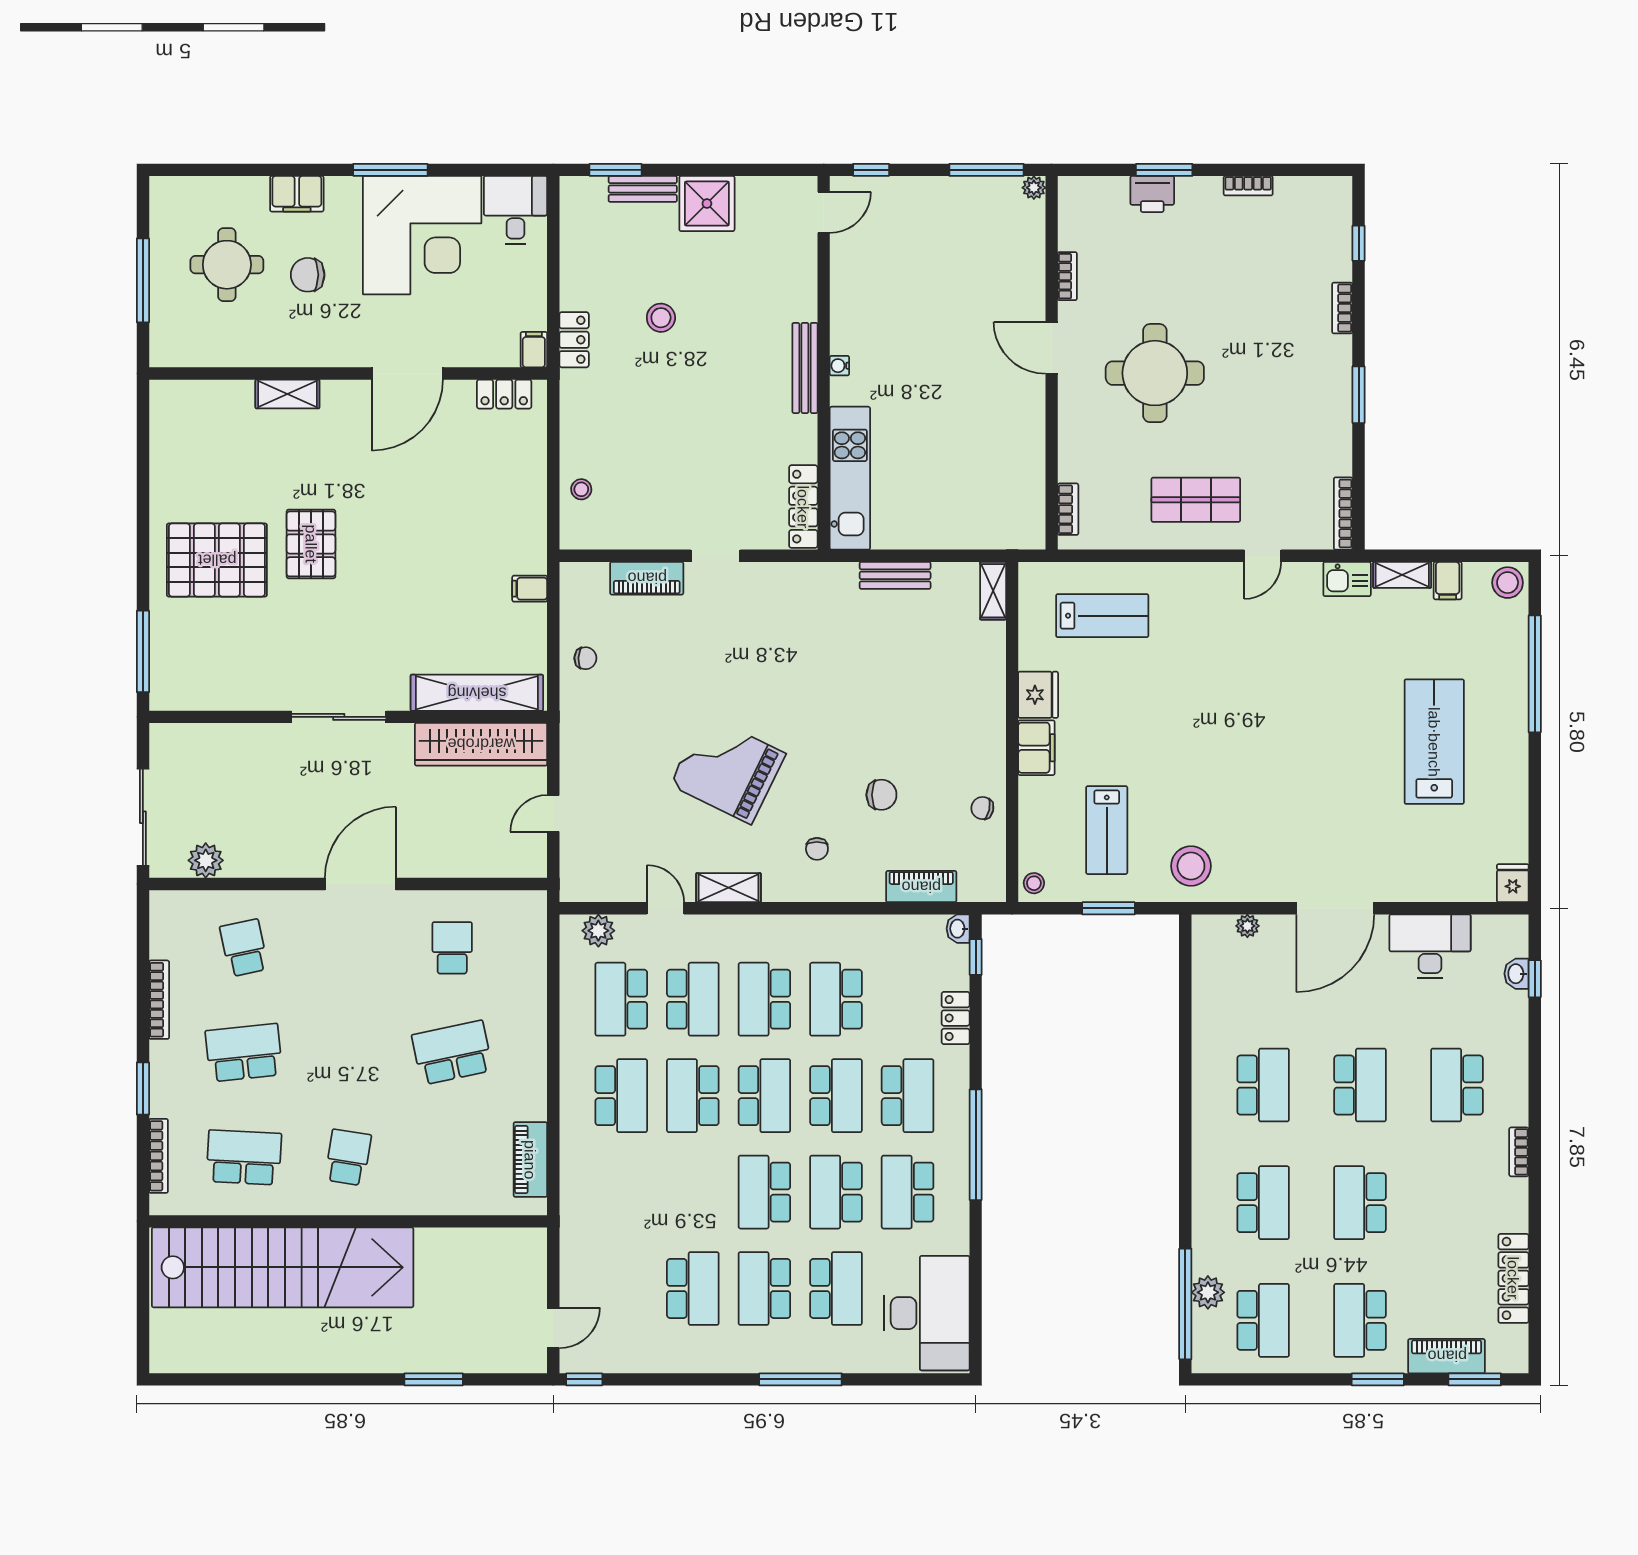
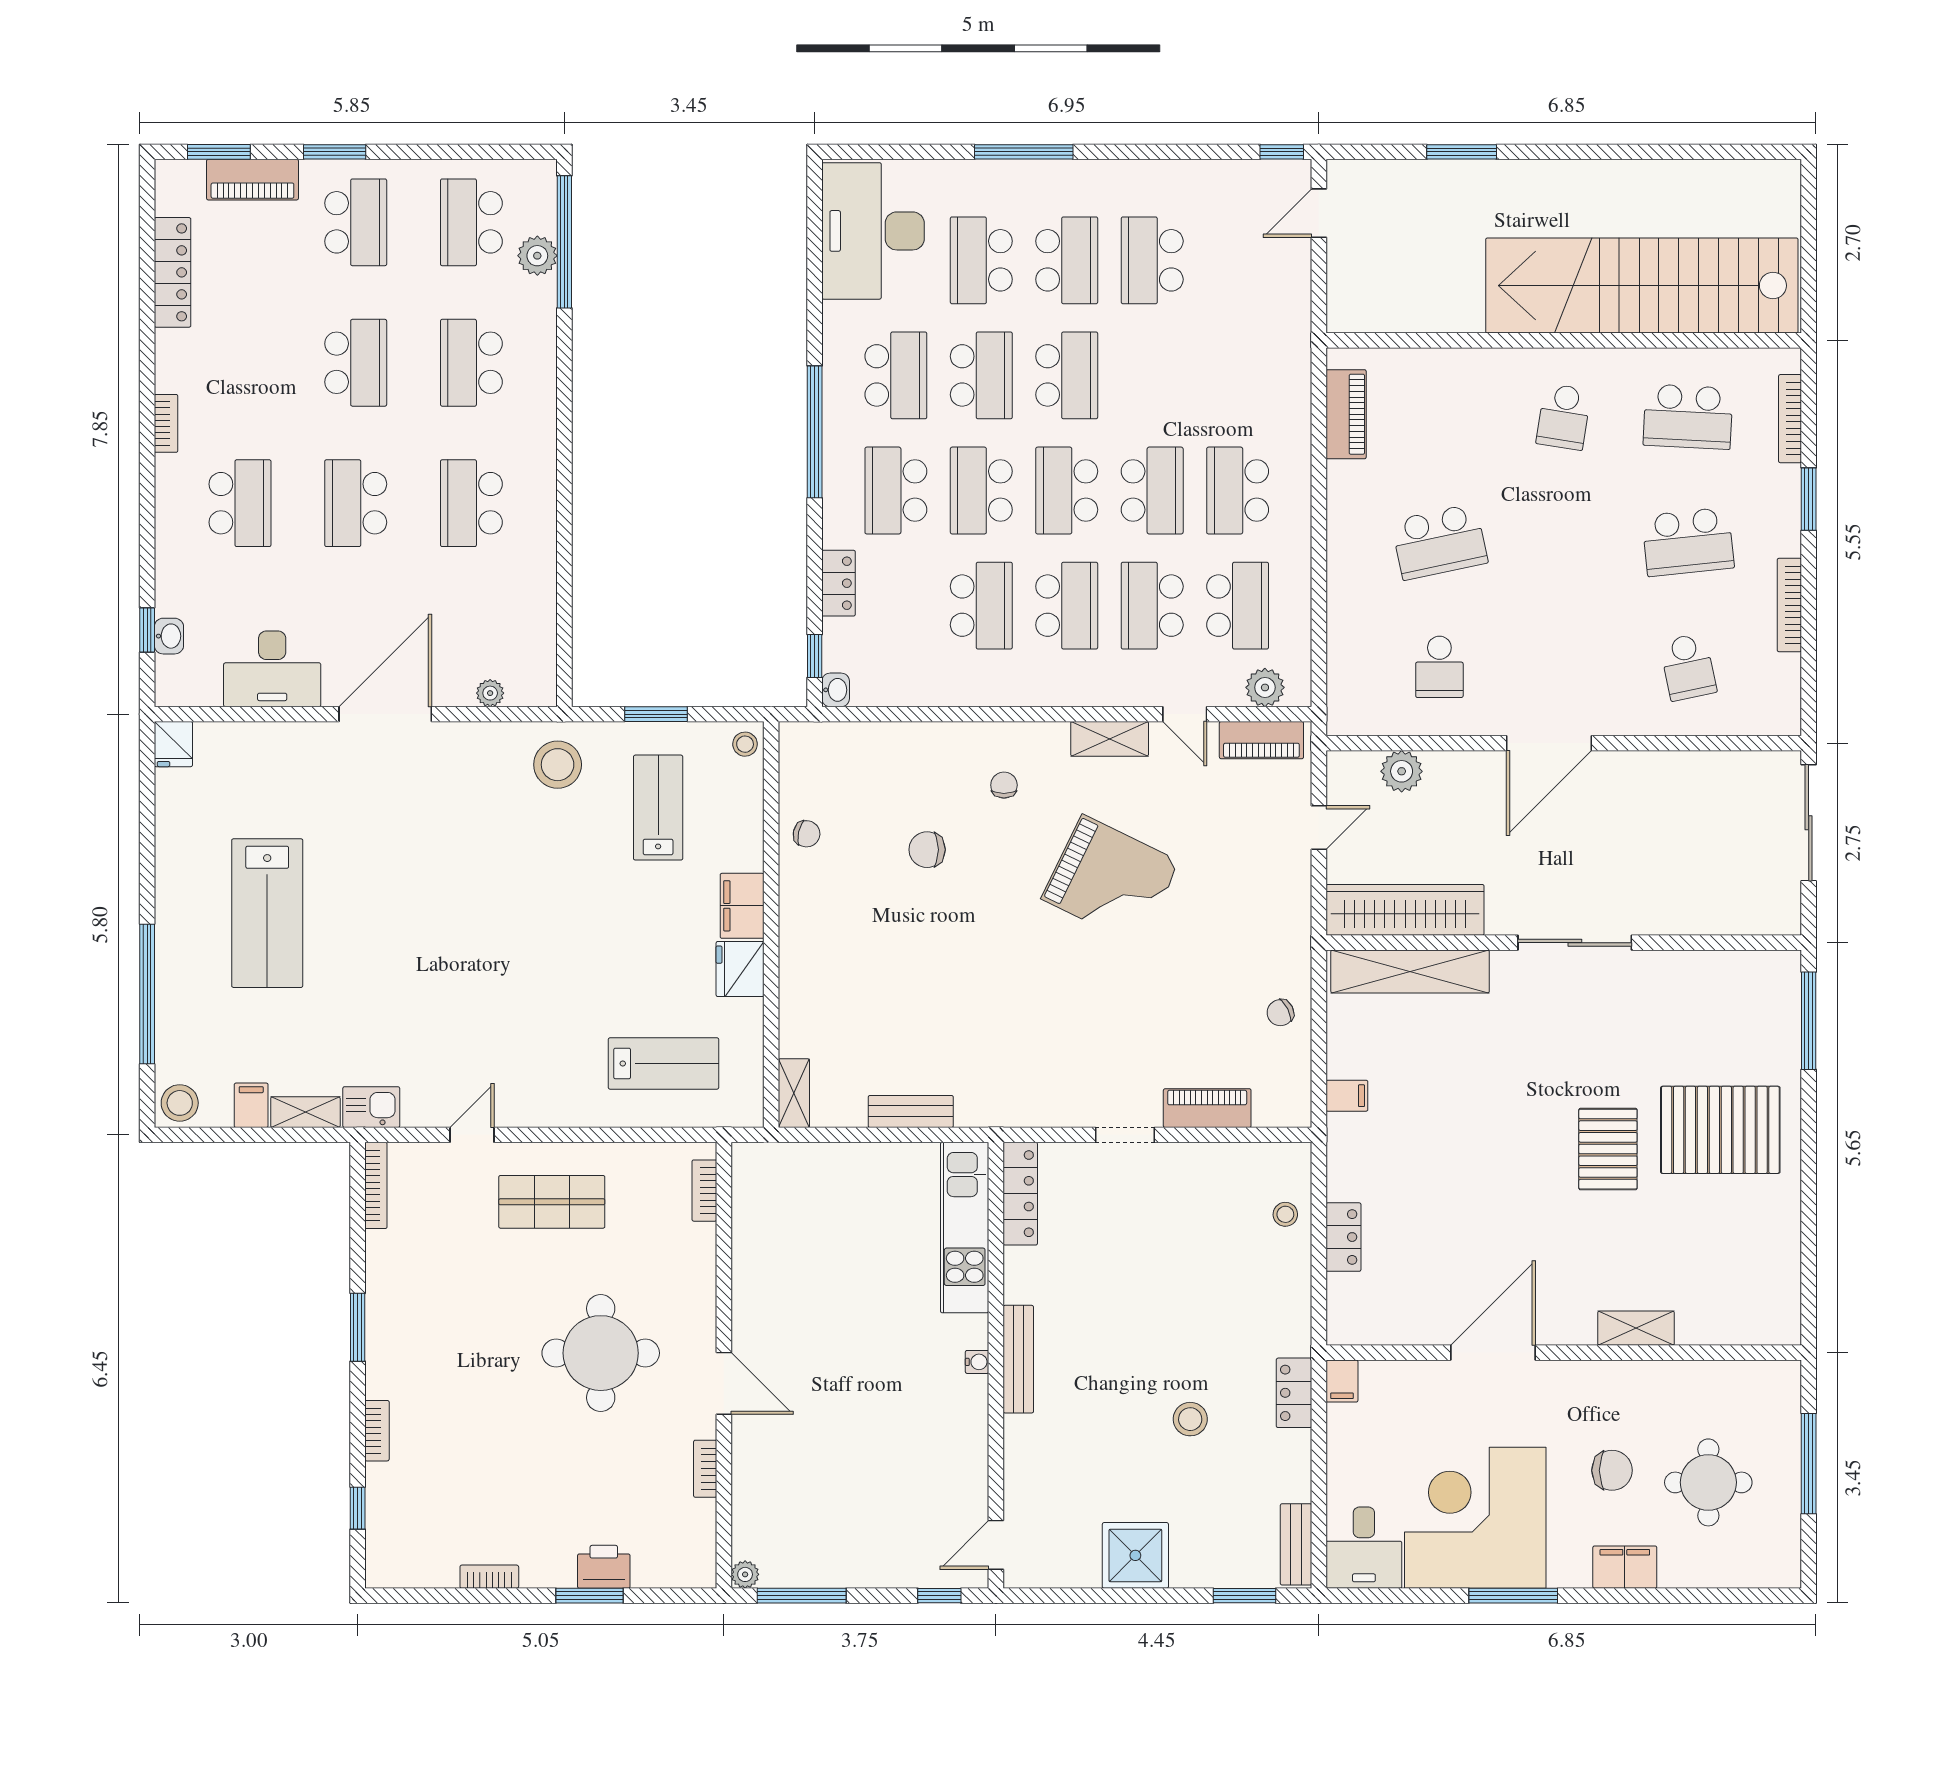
bench: (643, 189) -> (1296, 1544), moved, turned 90
locker: (504, 394) -> (1343, 1237), moved, turned 90
lab bench: (1102, 616) -> (664, 1063), turned 180
chair: (585, 658) -> (1280, 1013), turned -30
plant: (206, 860) -> (1402, 771), moved
piano: (921, 887) -> (1261, 740), moved

